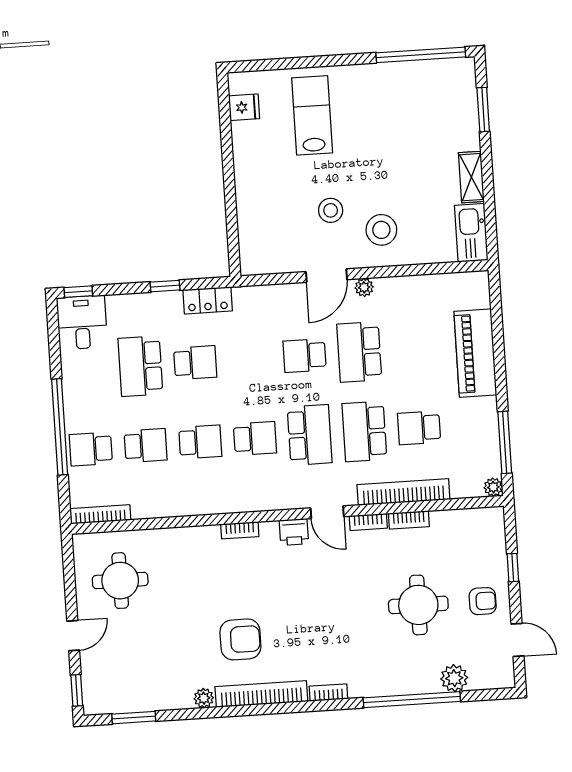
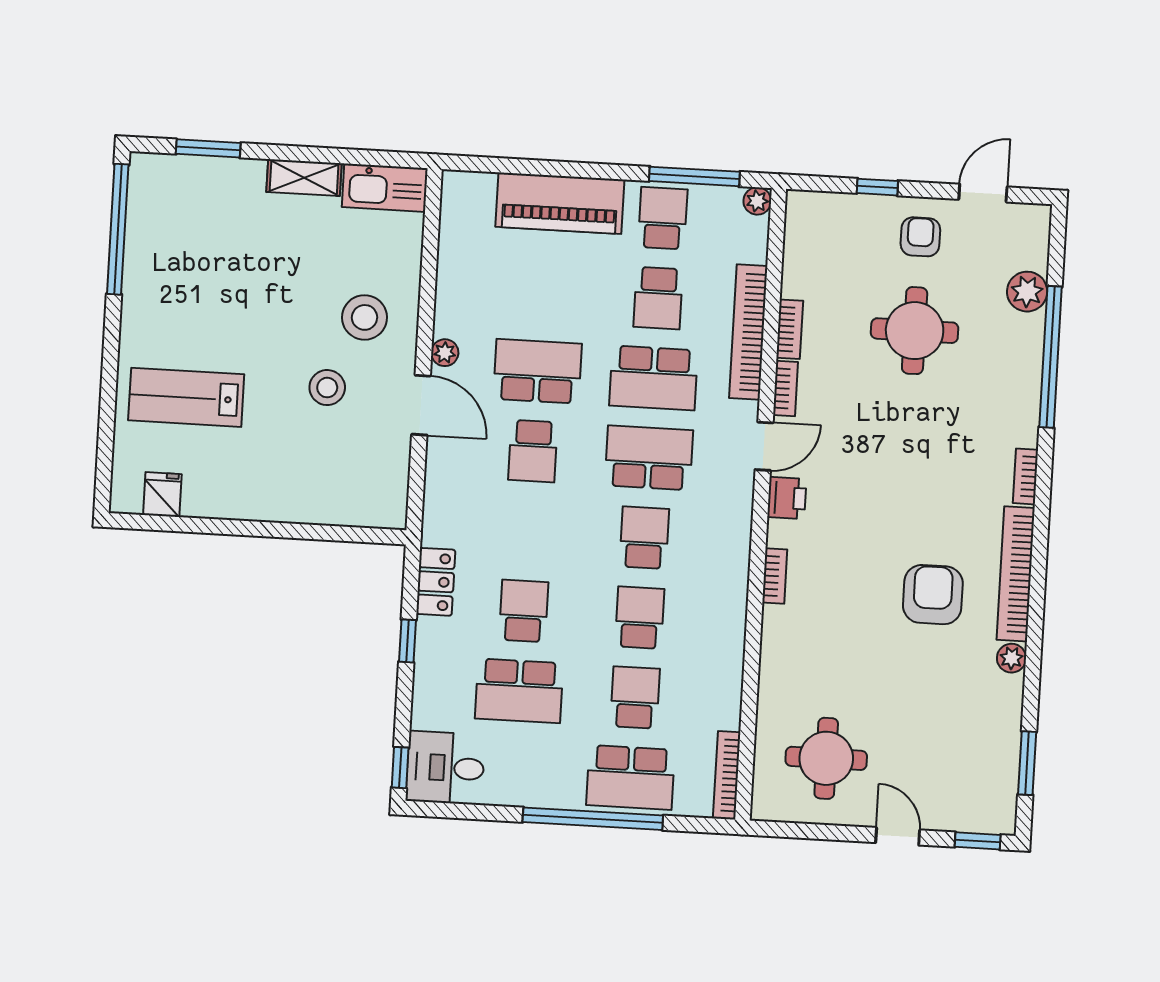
school desk: (359, 352) -> (538, 371), turned 180
school desk: (474, 424) -> (663, 218), added
school desk: (91, 449) -> (630, 777), width x1.85

